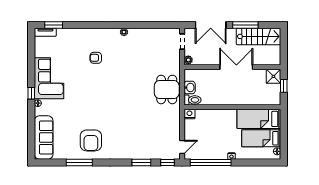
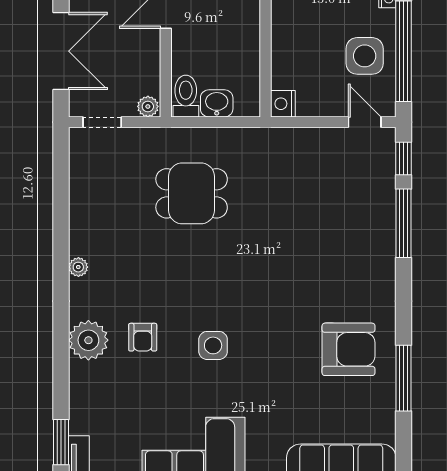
plant: (95, 36) -> (88, 340), added
side table: (92, 86) -> (213, 345), added
dining table: (167, 89) -> (192, 193), moved
toilet: (193, 100) -> (186, 96), moved
side table: (209, 147) -> (365, 56), added
window: (141, 163) -> (404, 223), width x1.44

